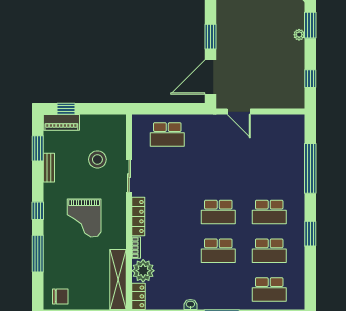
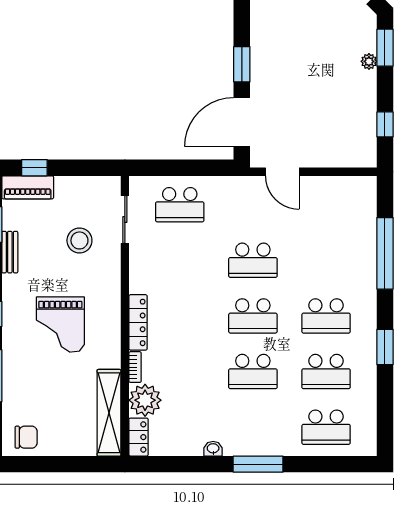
school desk: (218, 173) -> (253, 260), added
sliding door: (129, 176) -> (125, 220), moved

